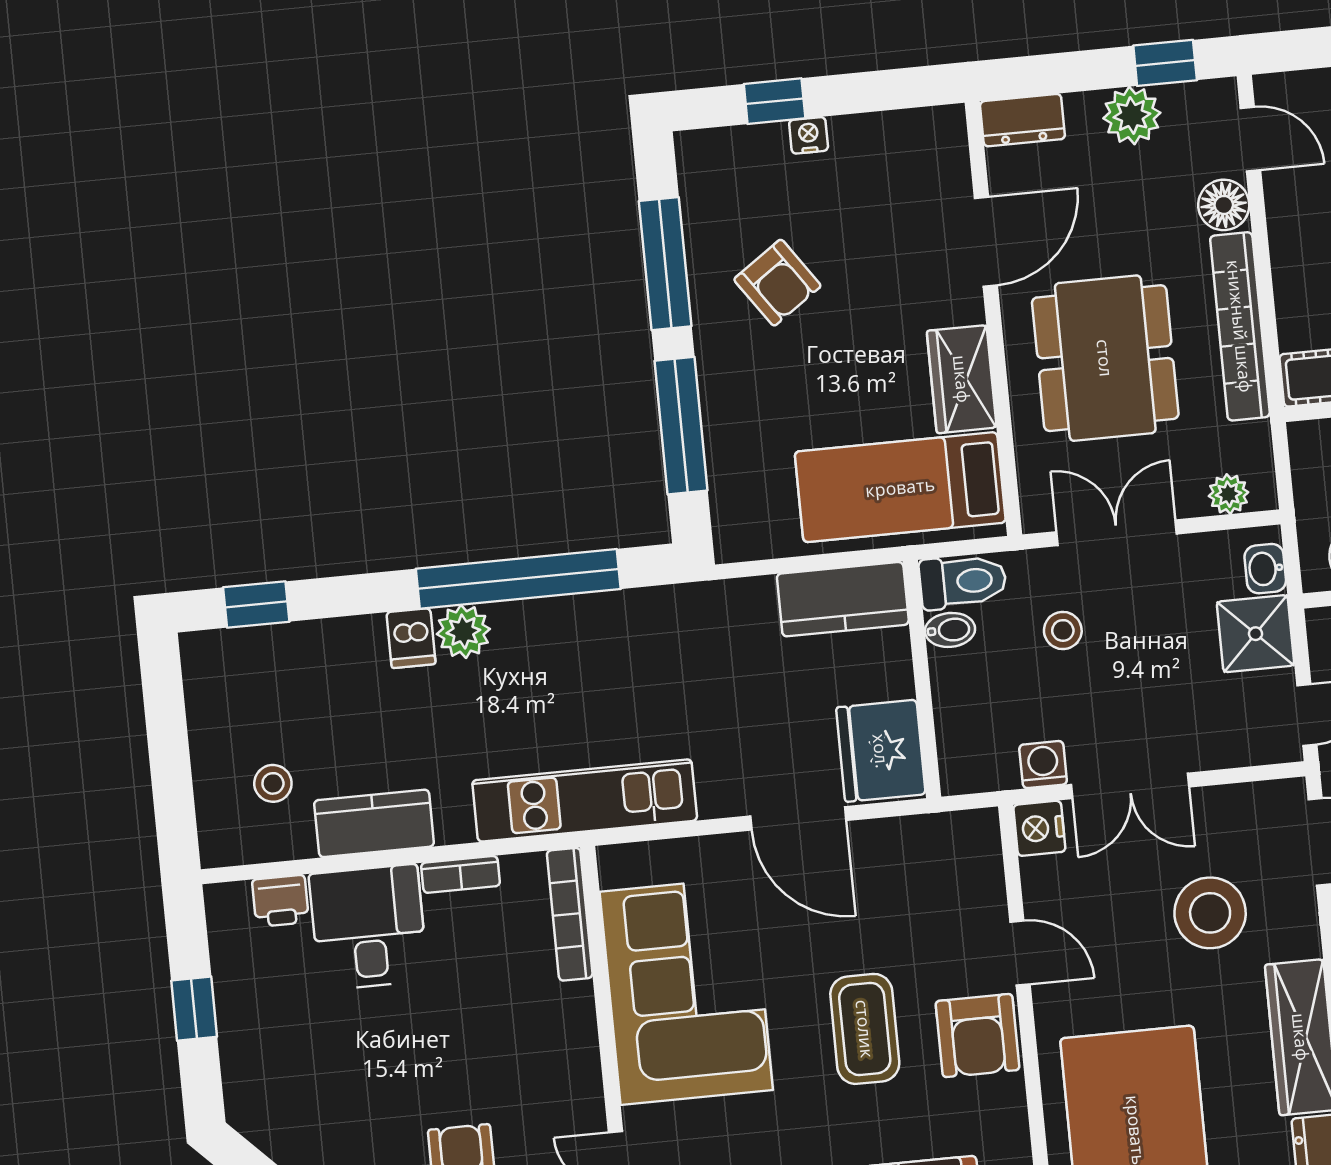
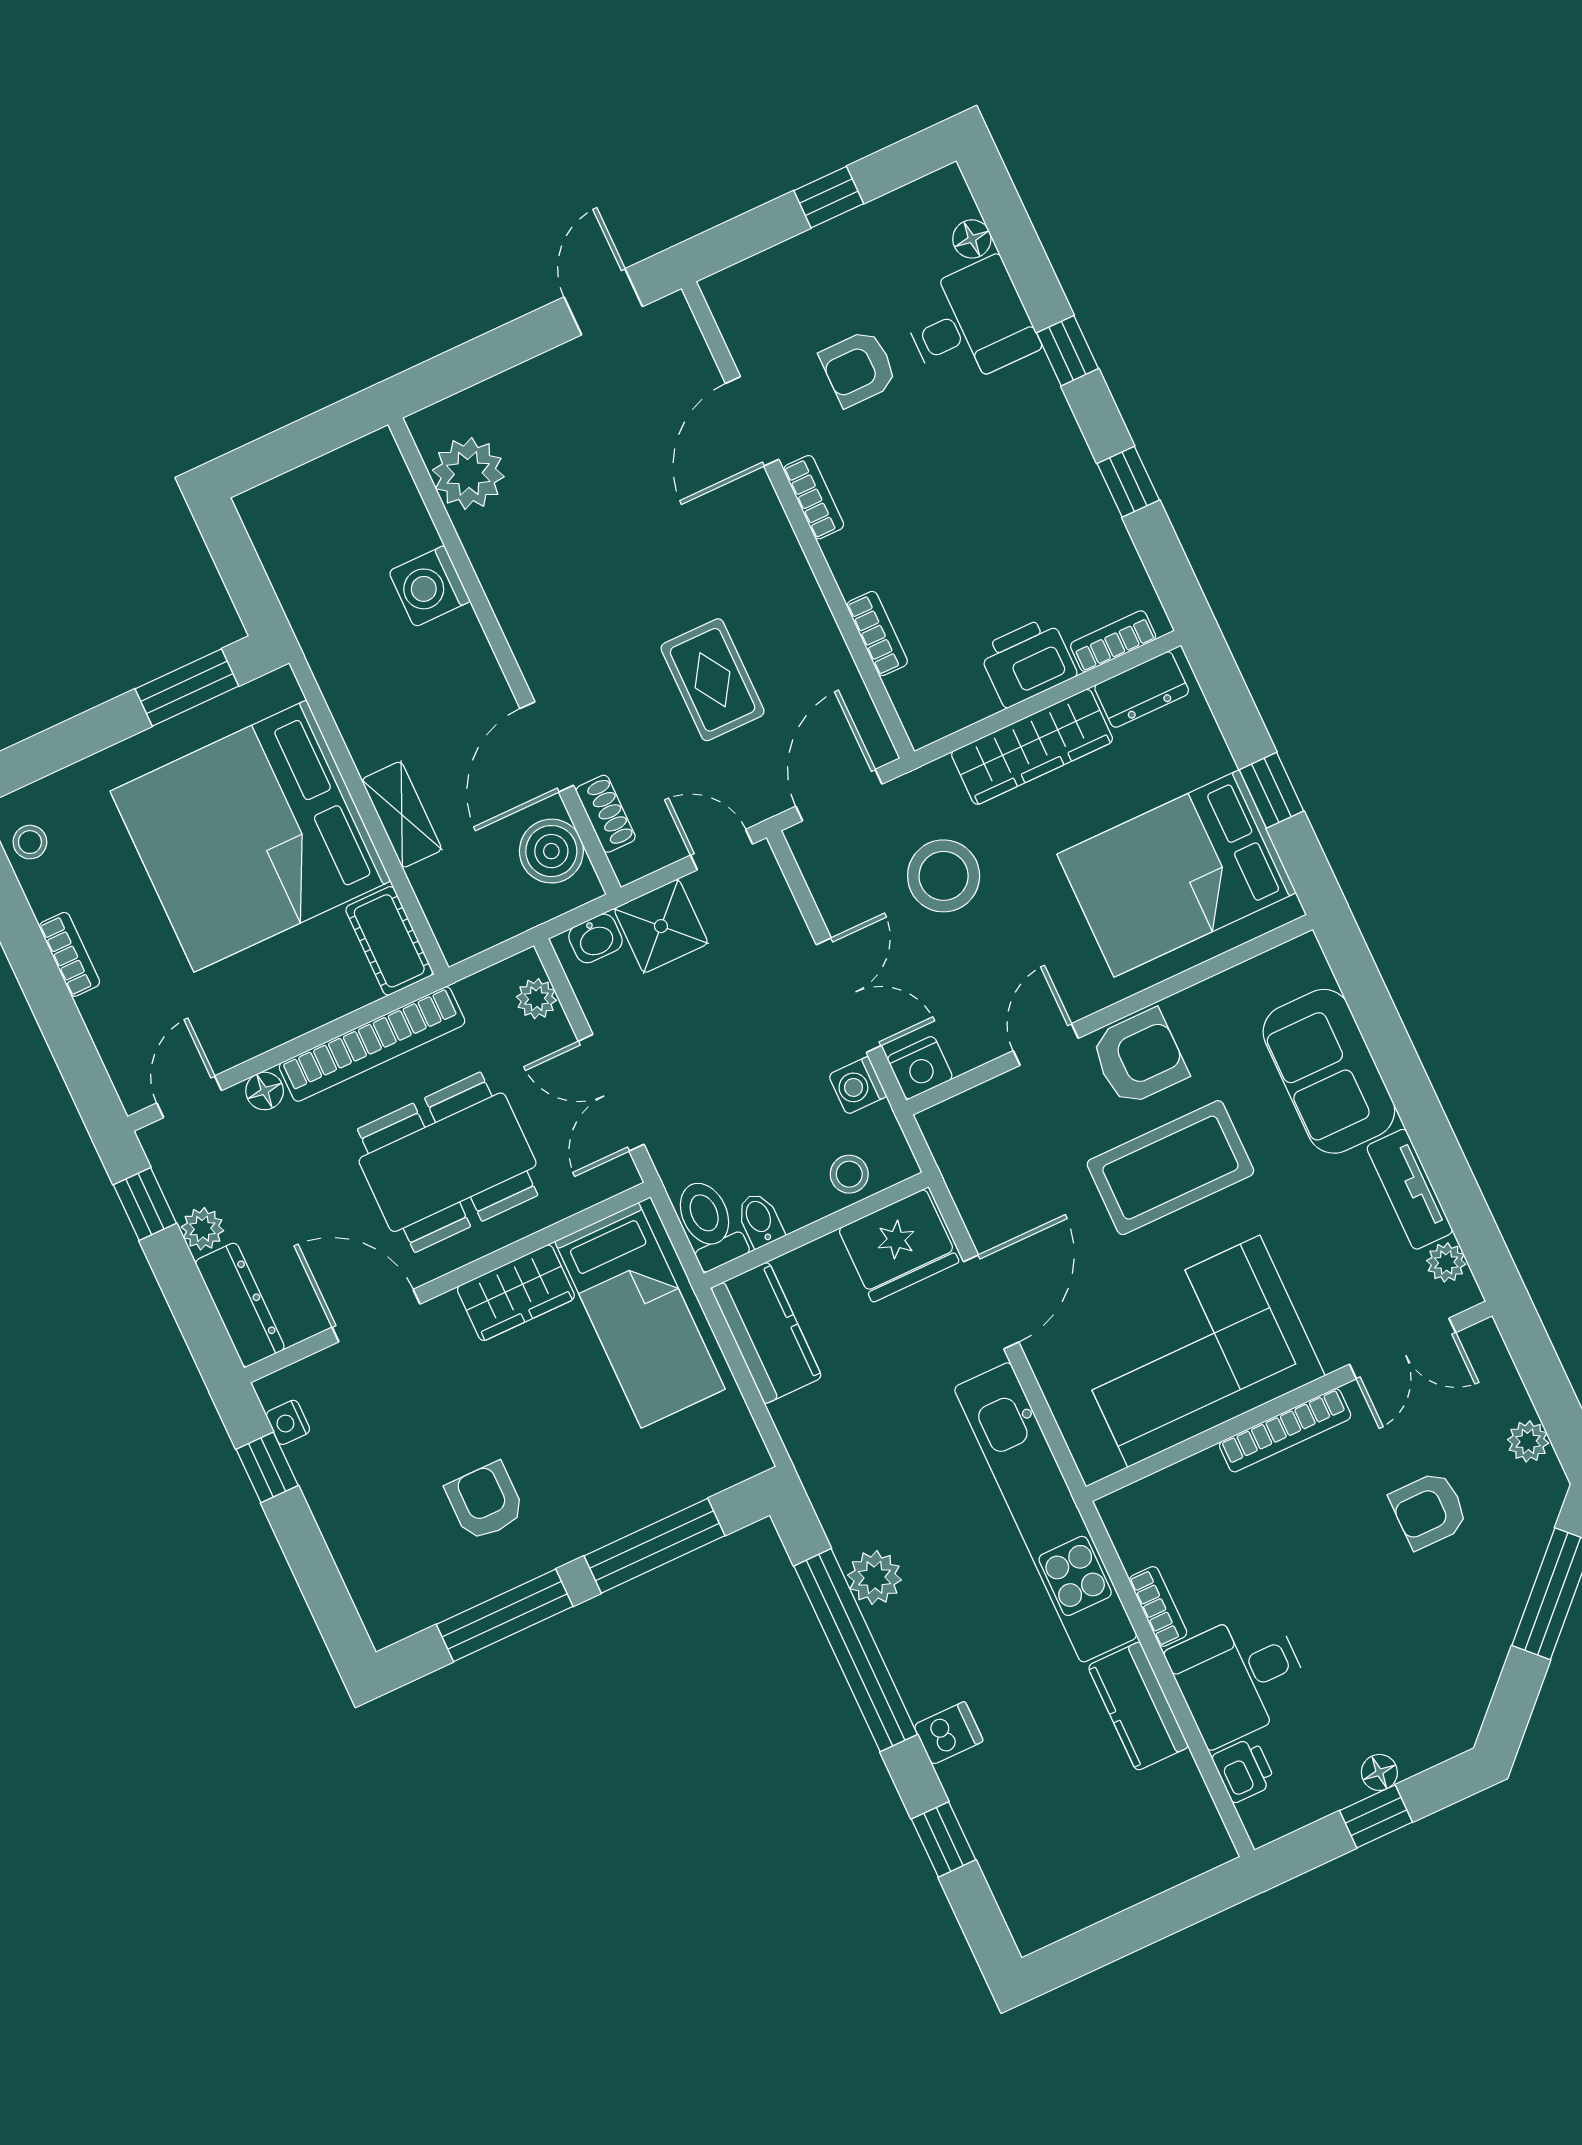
window: (775, 101) -> (267, 1467), moved
plant: (1132, 116) -> (203, 1229), width x0.73, depth x0.73
dresser: (1022, 120) -> (240, 1305), width x1.44
nightstand: (809, 135) -> (288, 1422), moved
floor lamp: (1224, 205) -> (265, 1091), width x0.73, depth x0.73
armchair: (777, 283) -> (485, 1501), turned -55
window: (256, 605) -> (943, 1839), moved
stool: (1063, 630) -> (849, 1174), moved
plant: (463, 631) -> (875, 1578), moved
stool: (273, 783) -> (1134, 1817), removed
kitchen unit: (585, 800) -> (1046, 1512), width x1.36
bookcase: (570, 914) -> (1285, 1430), moved
floor lamp: (234, 1026) -> (1379, 1772), added
coffee table: (865, 1029) -> (1170, 1168), width x1.36, depth x1.32

